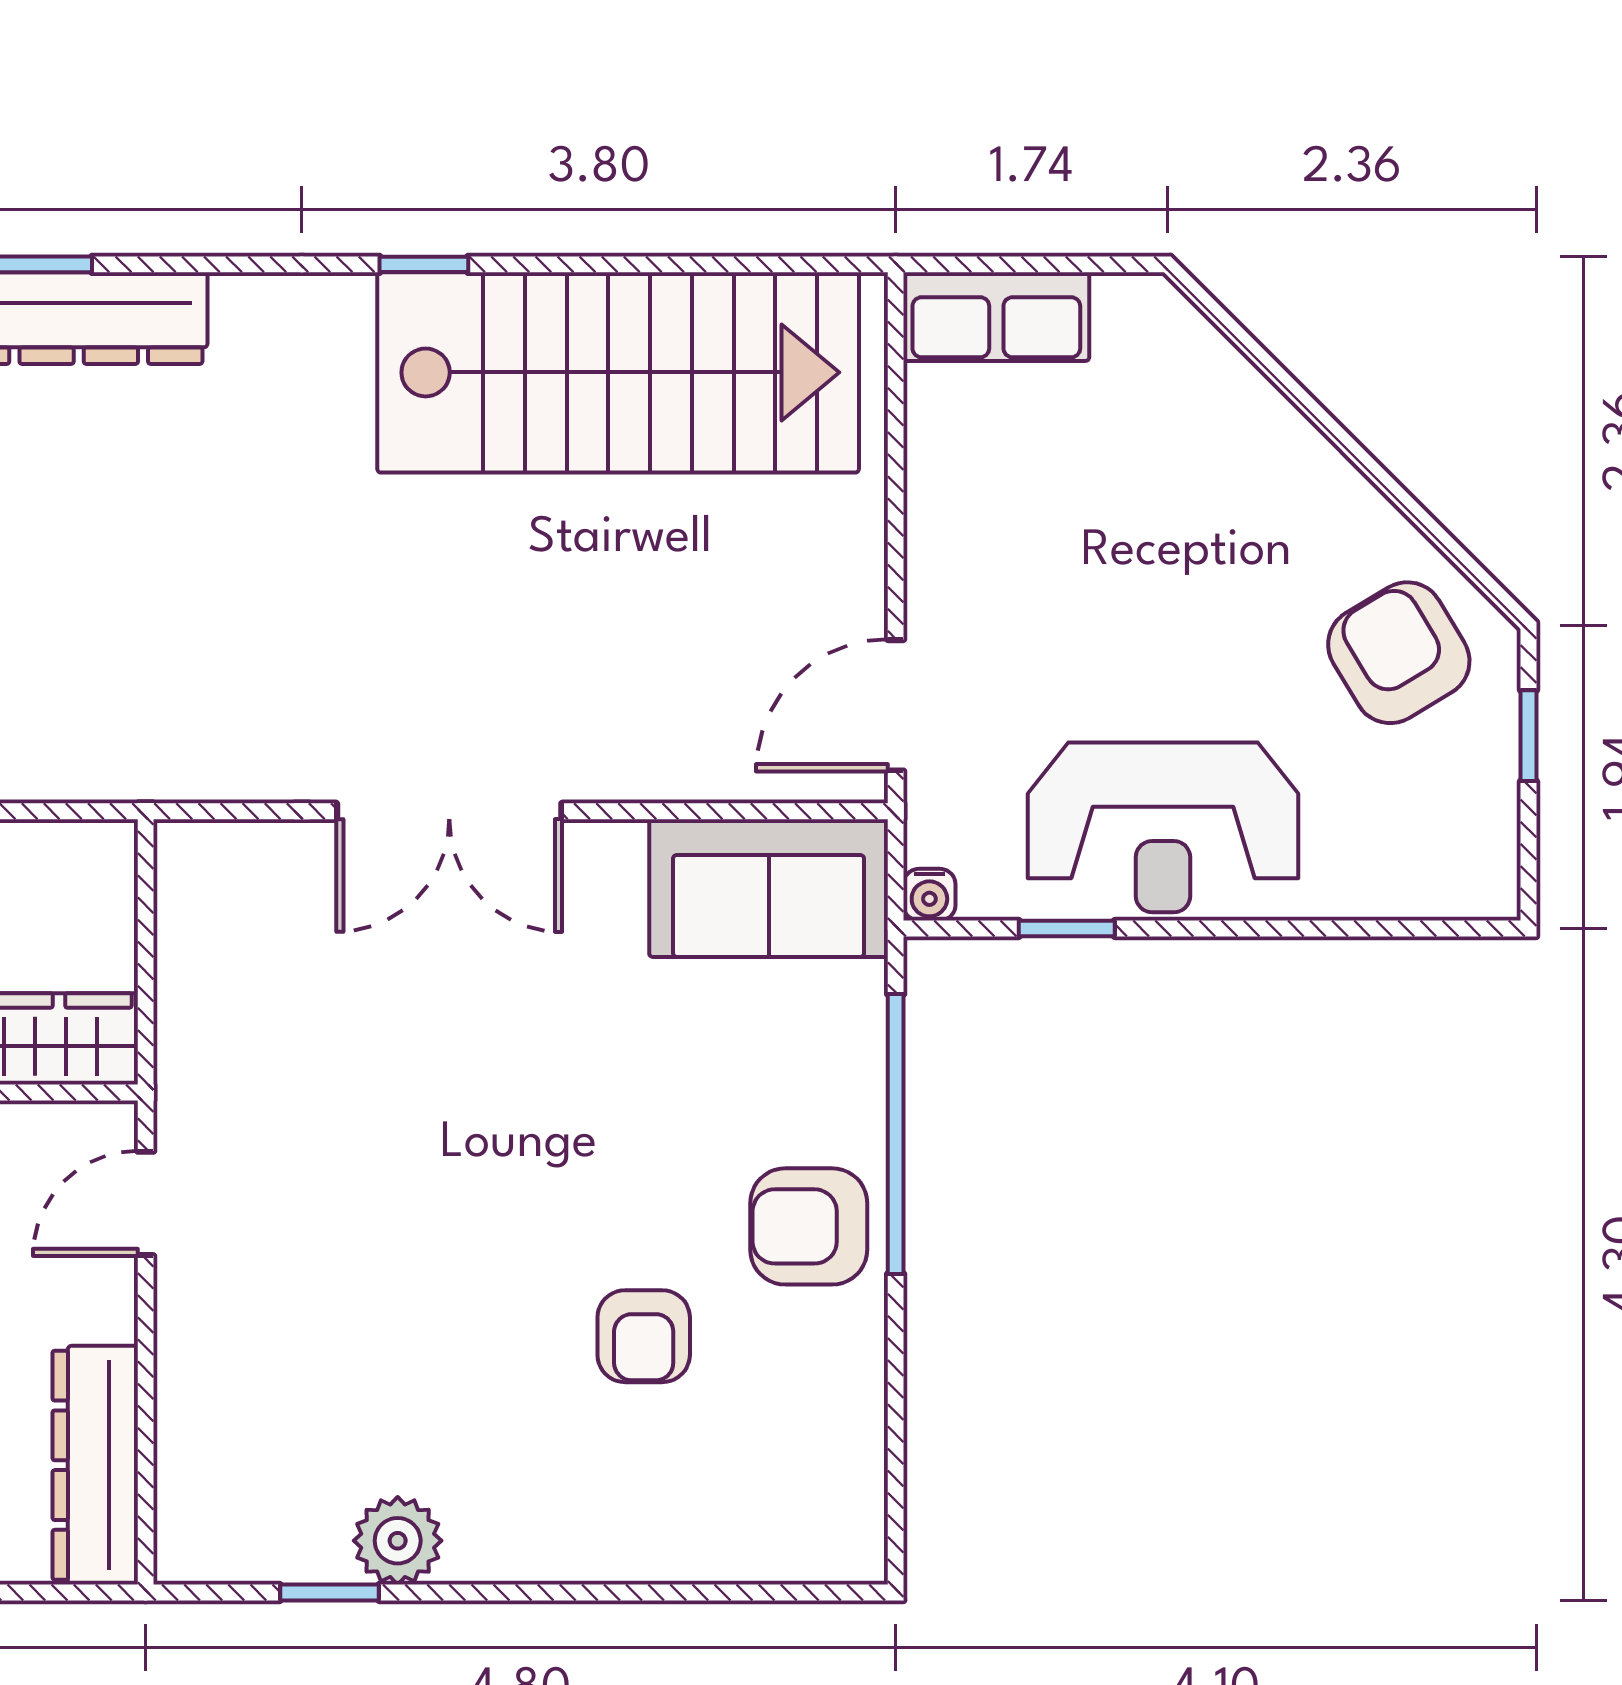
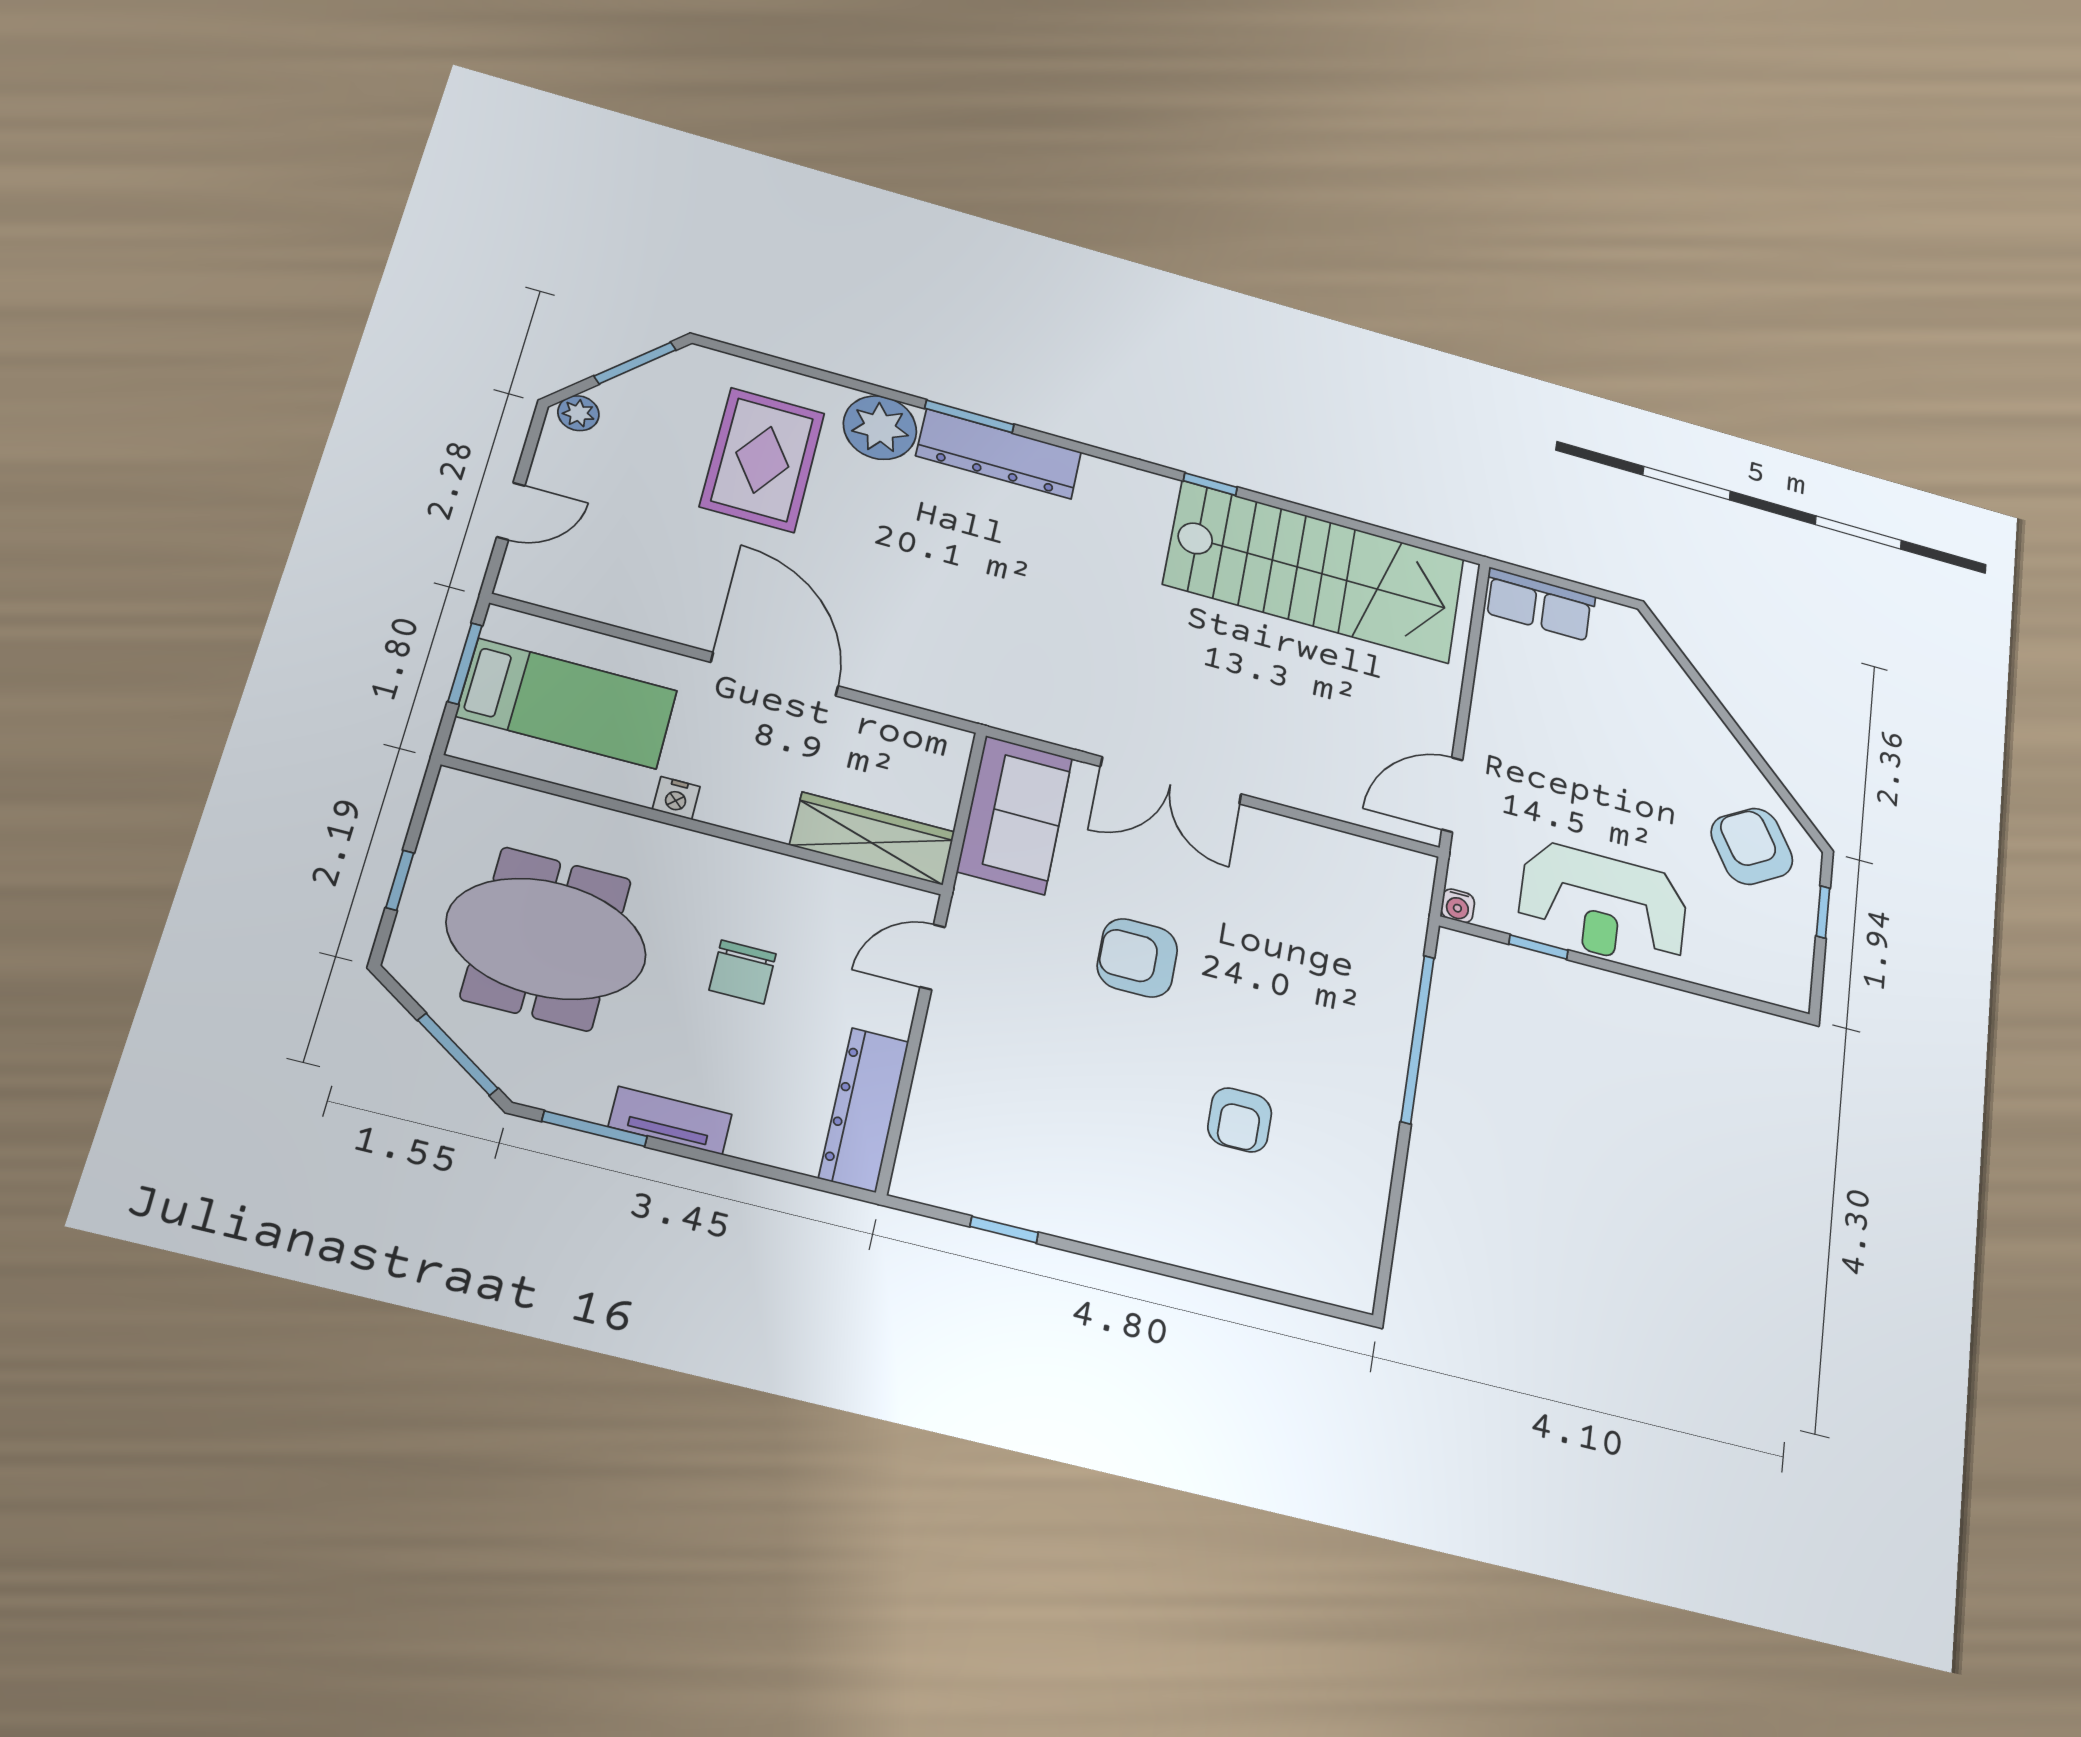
sofa: (769, 888) -> (1015, 815), moved, turned -90
armchair: (809, 1226) -> (1137, 958), moved
plant: (398, 1541) -> (1056, 1208), removed

